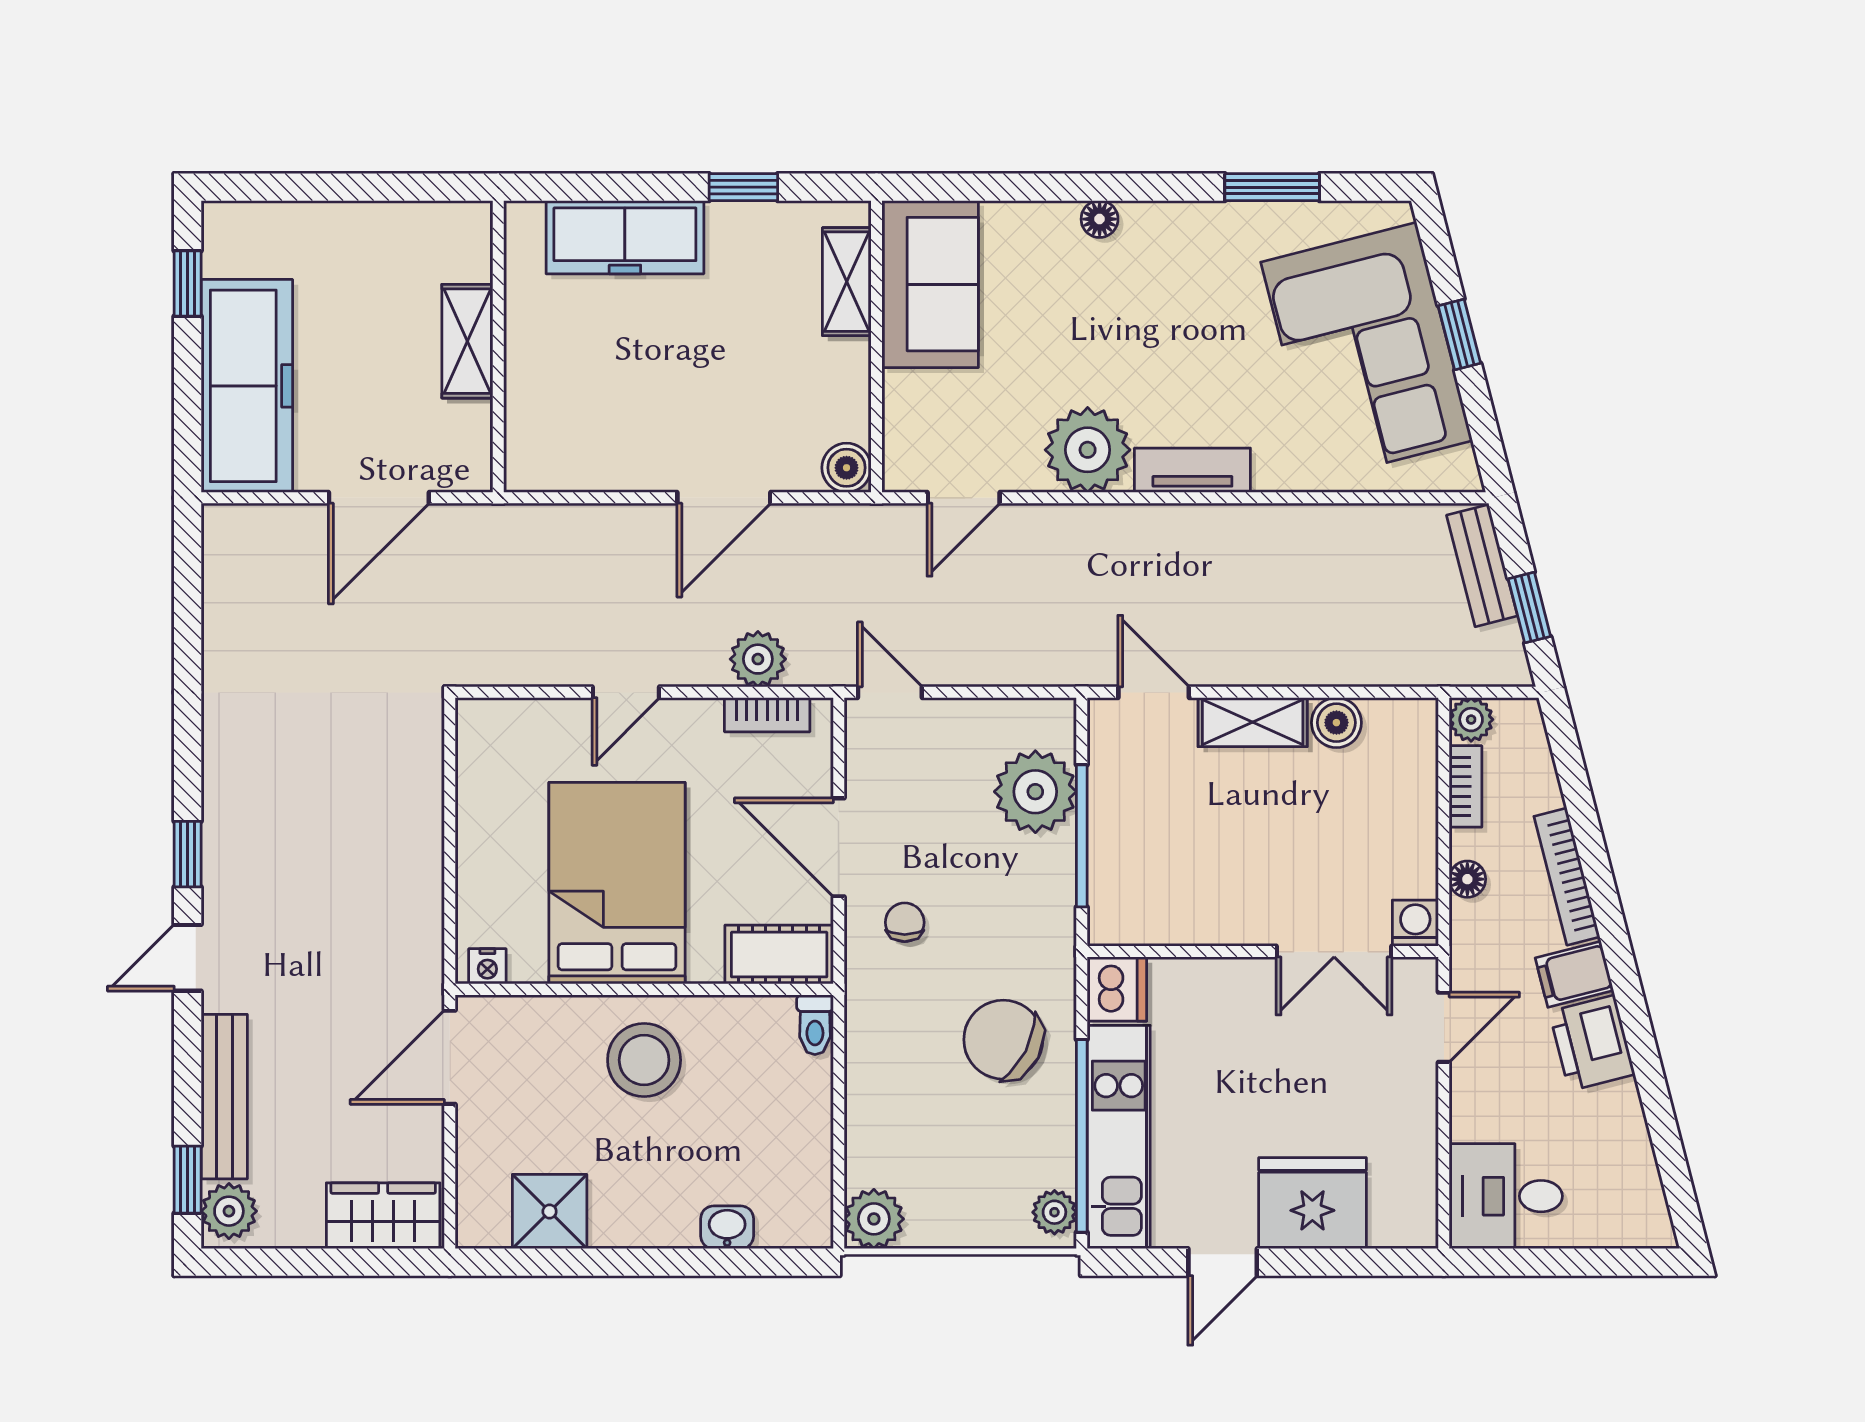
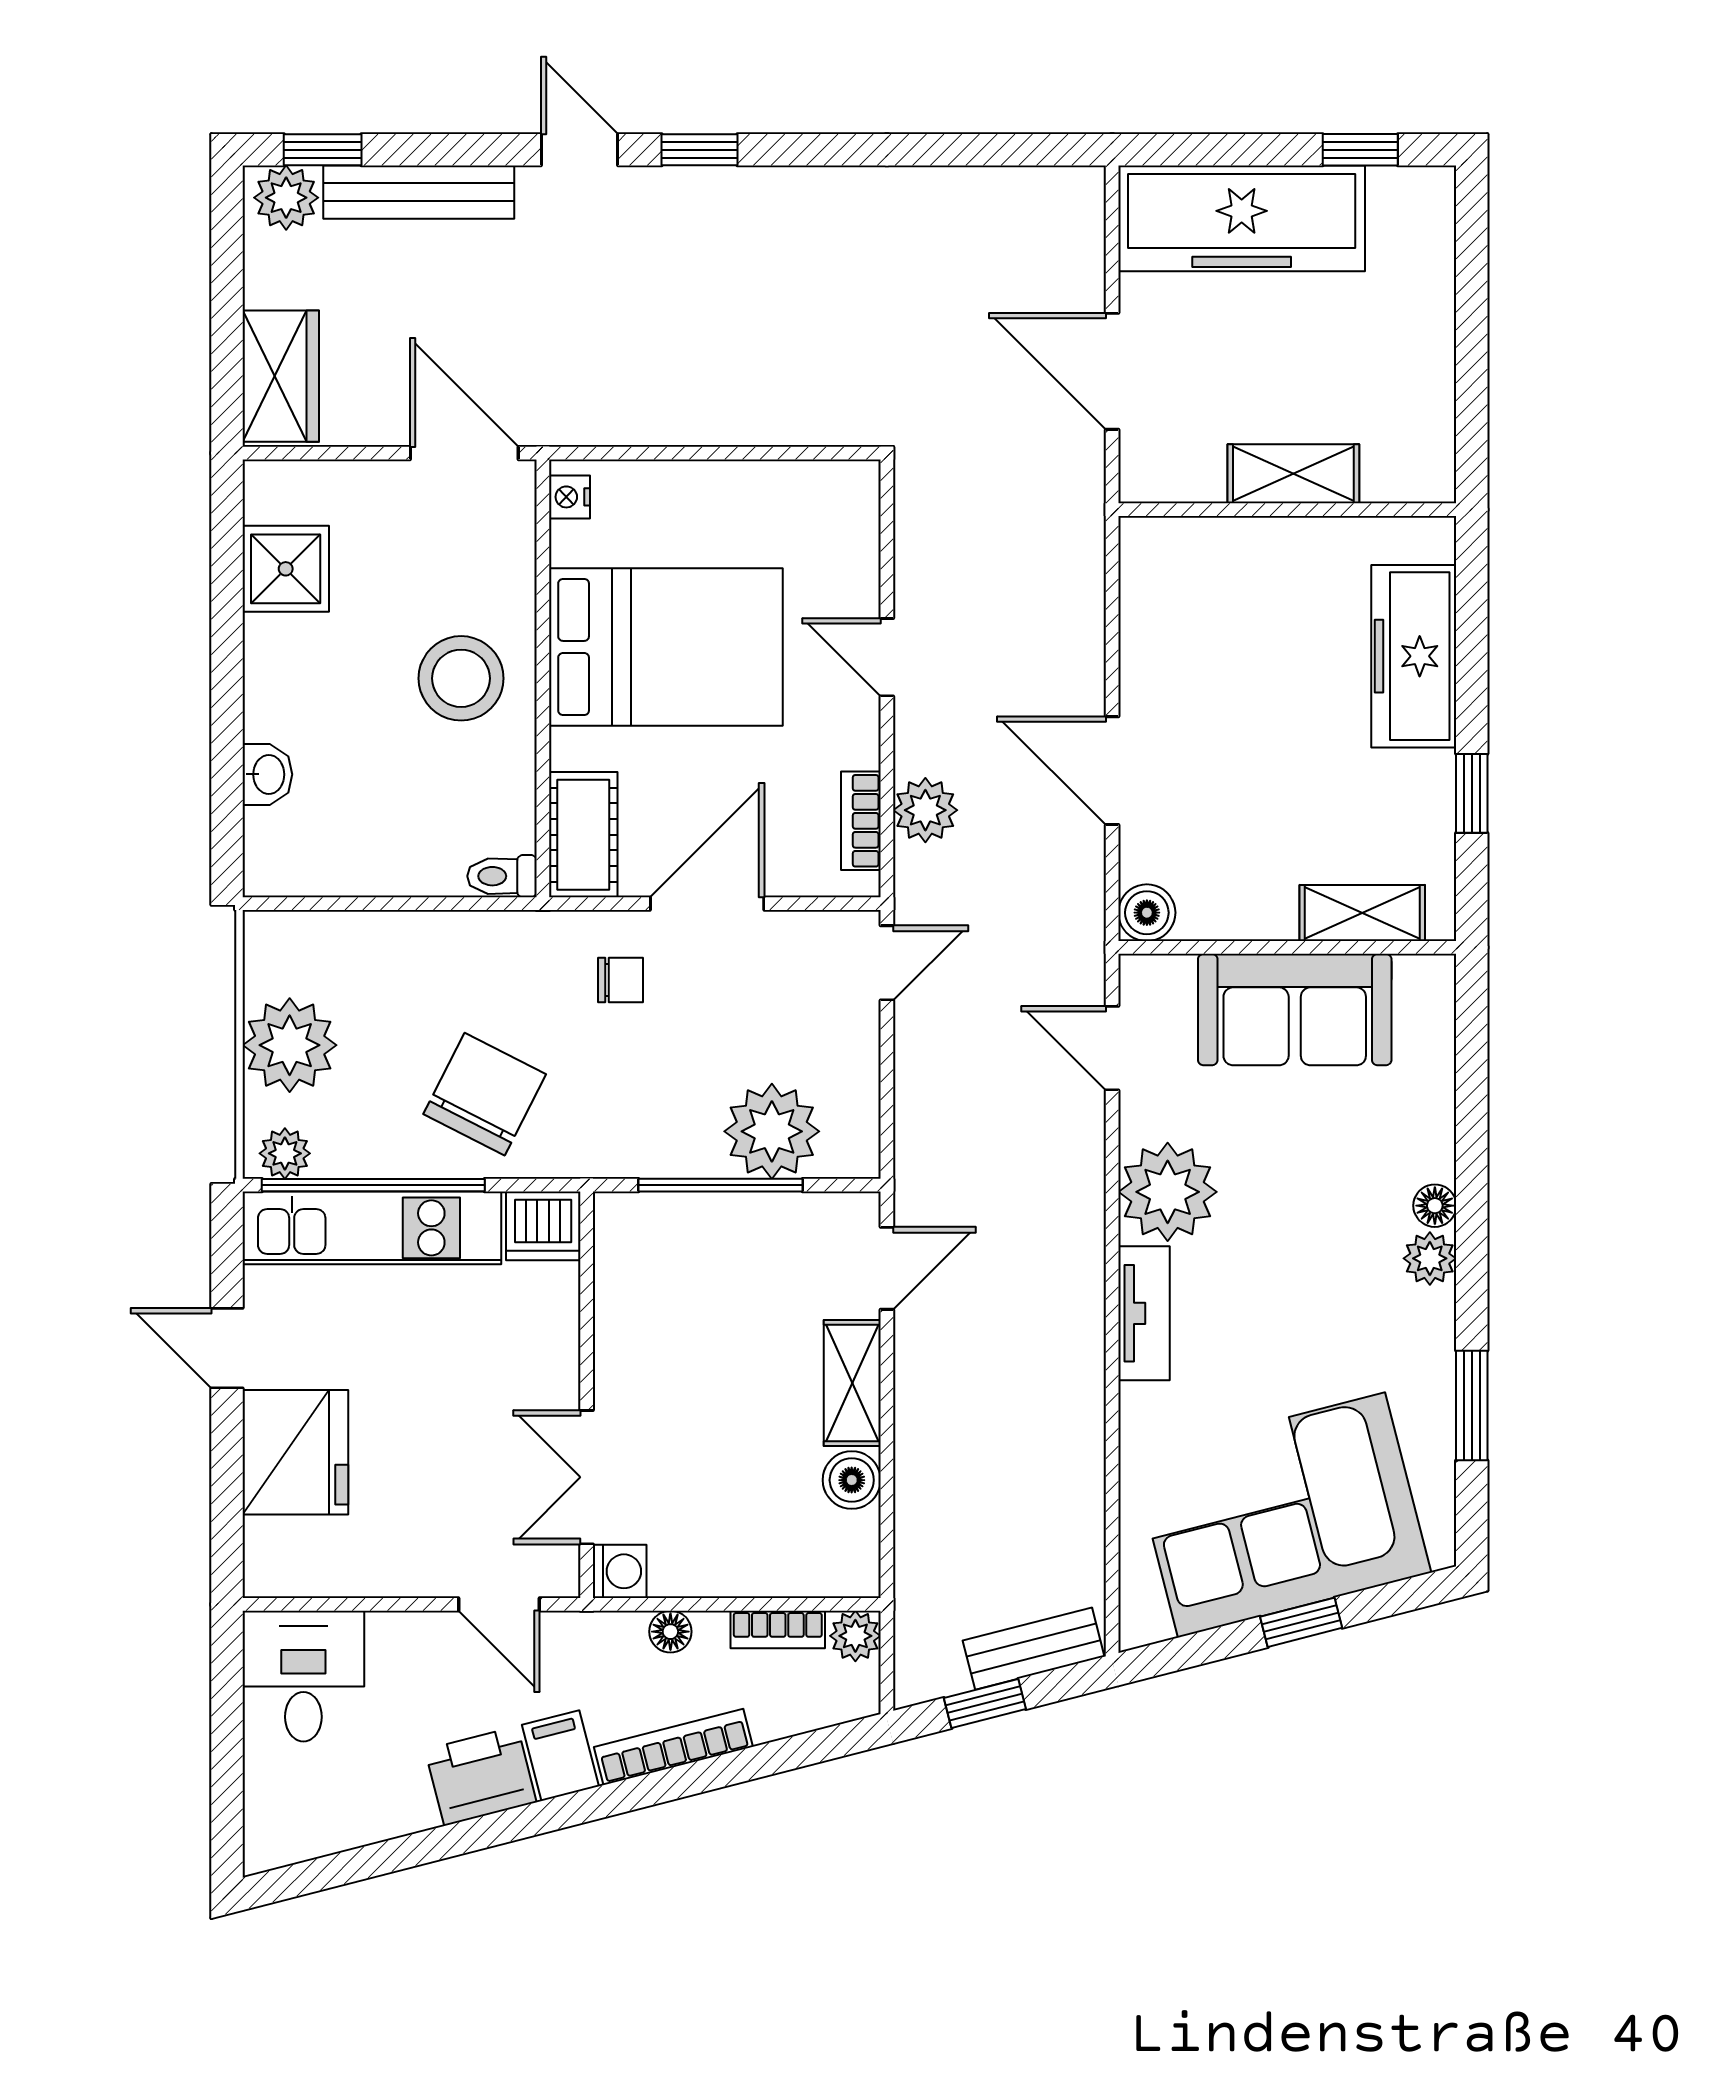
plant: (1145, 223) -> (1430, 1258), added
sofa: (930, 284) -> (1295, 1010), moved
plant: (874, 1219) -> (290, 1045), moved, width x1.36, depth x1.36

